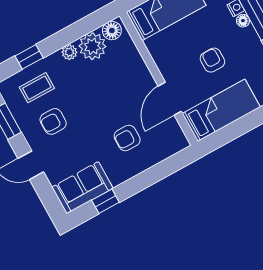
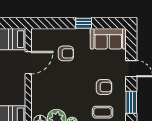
window: (105, 201) -> (84, 23), moved

